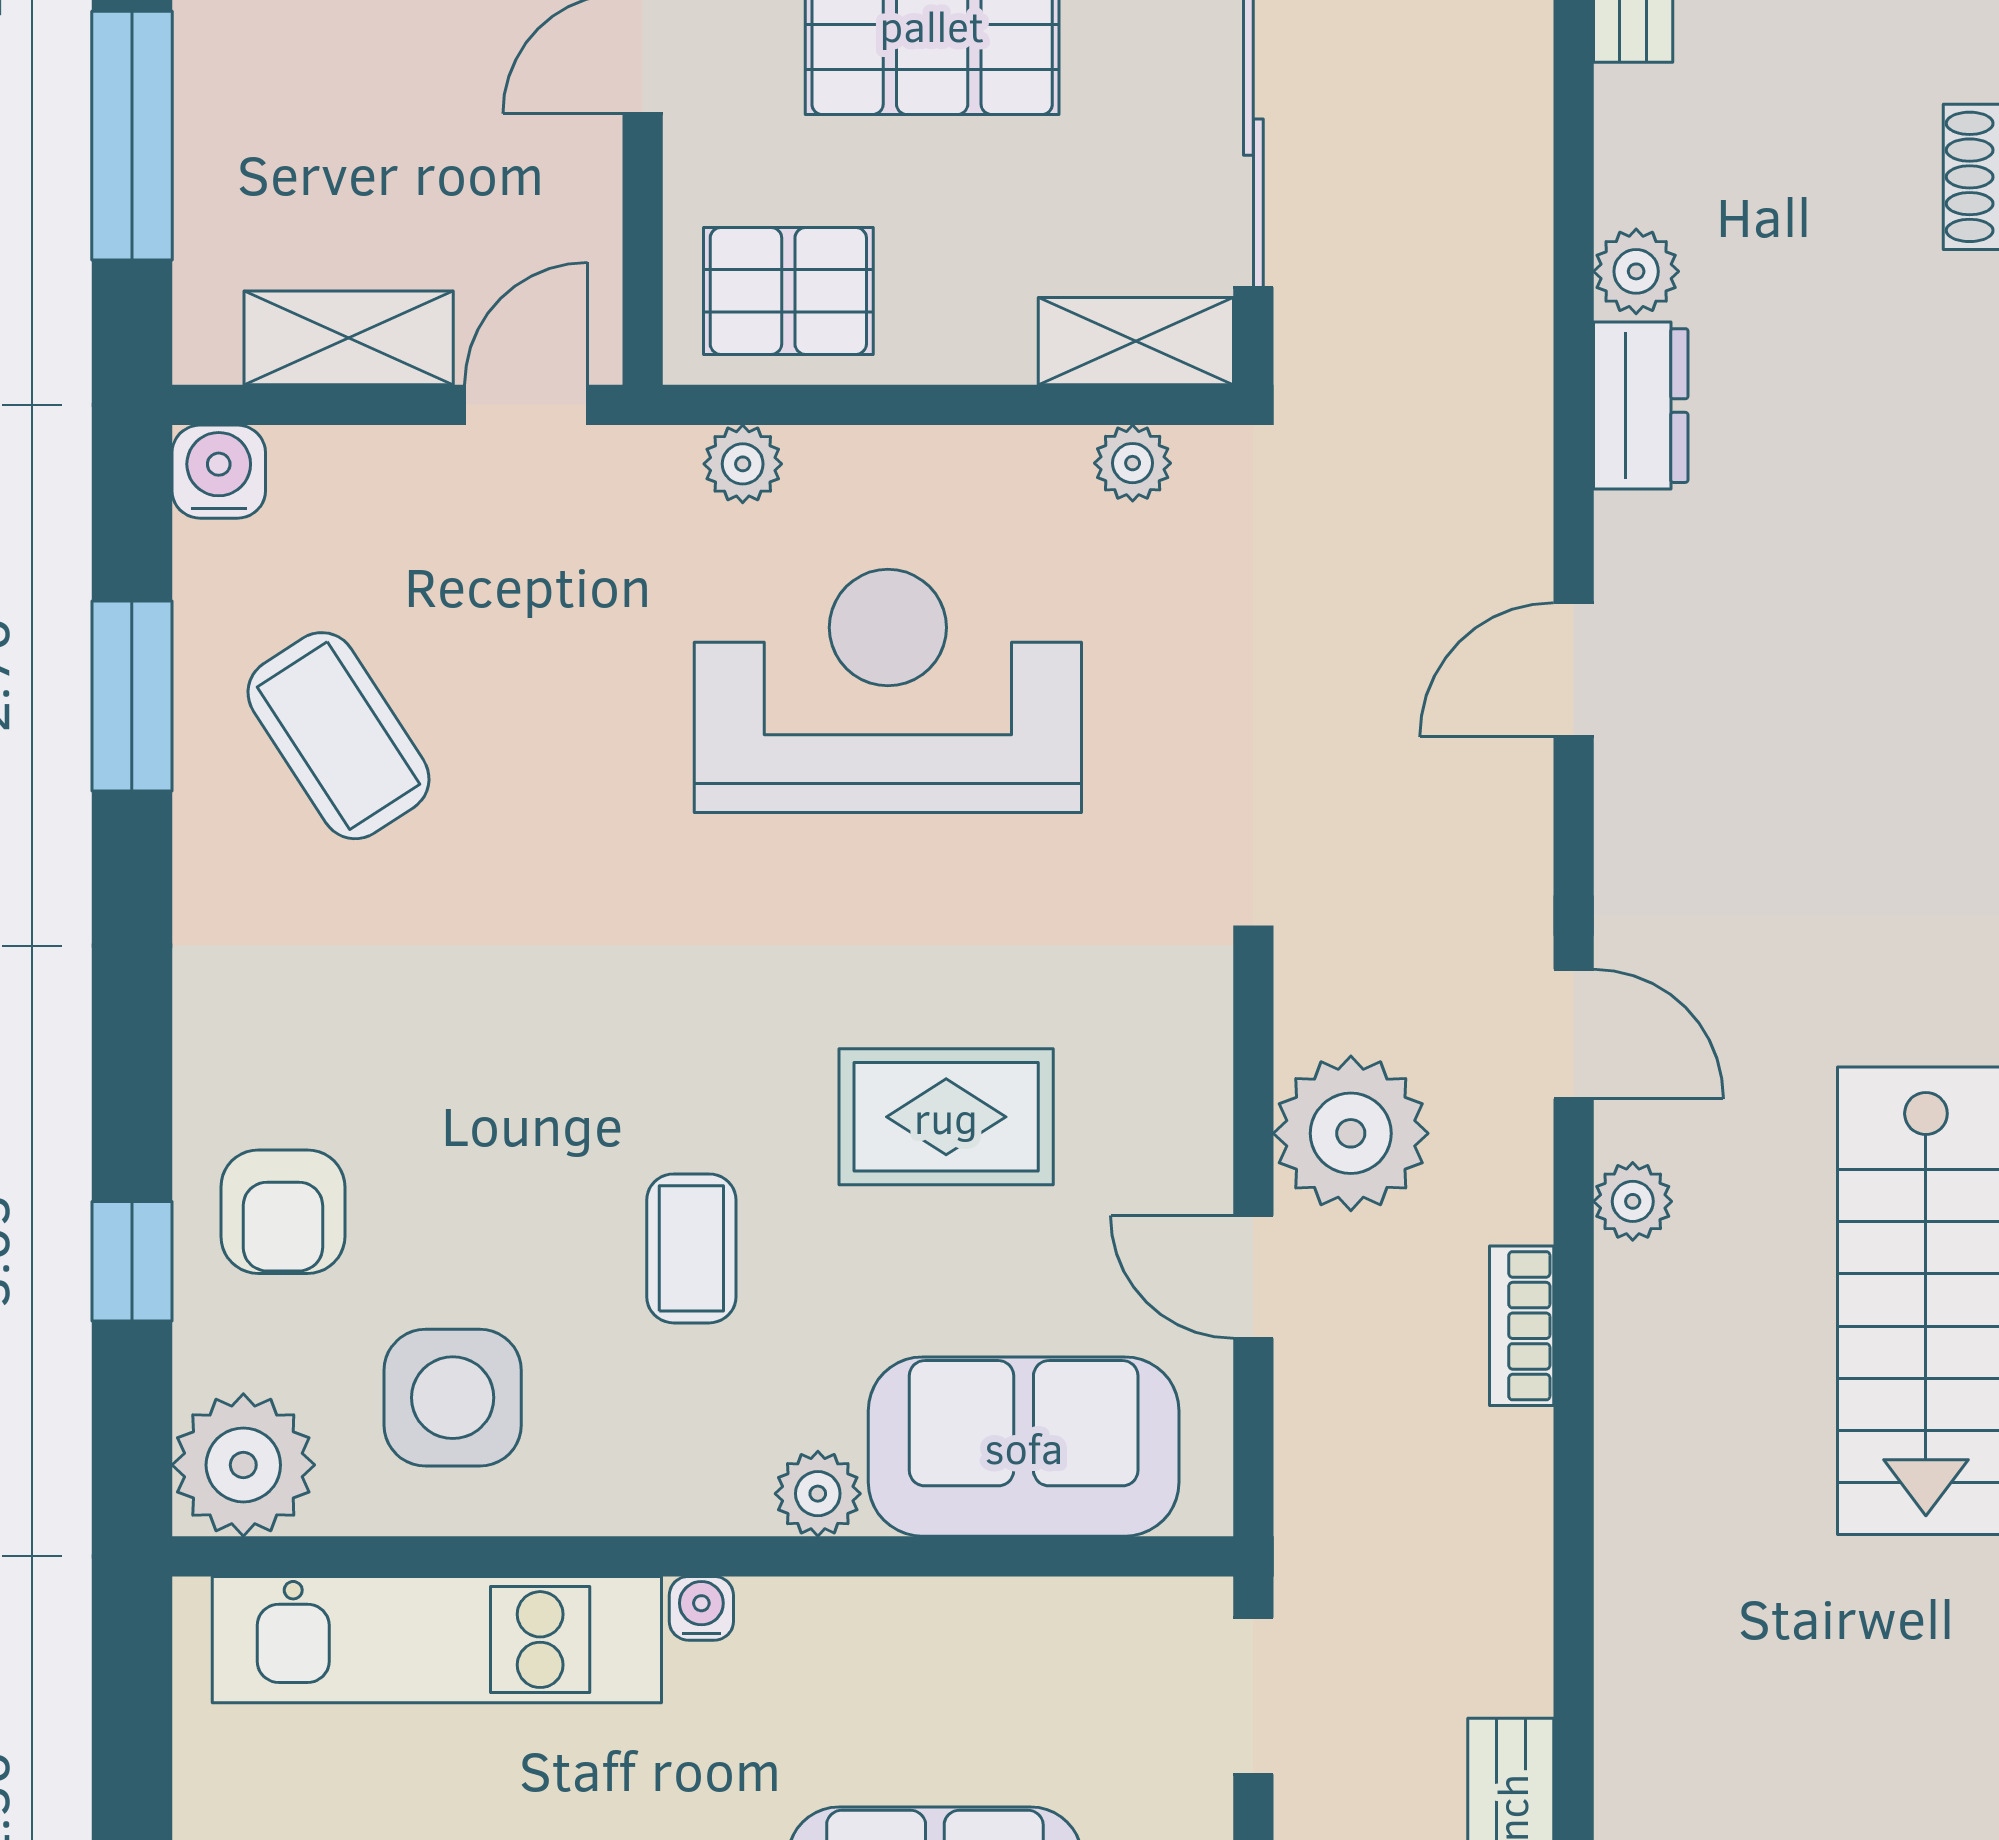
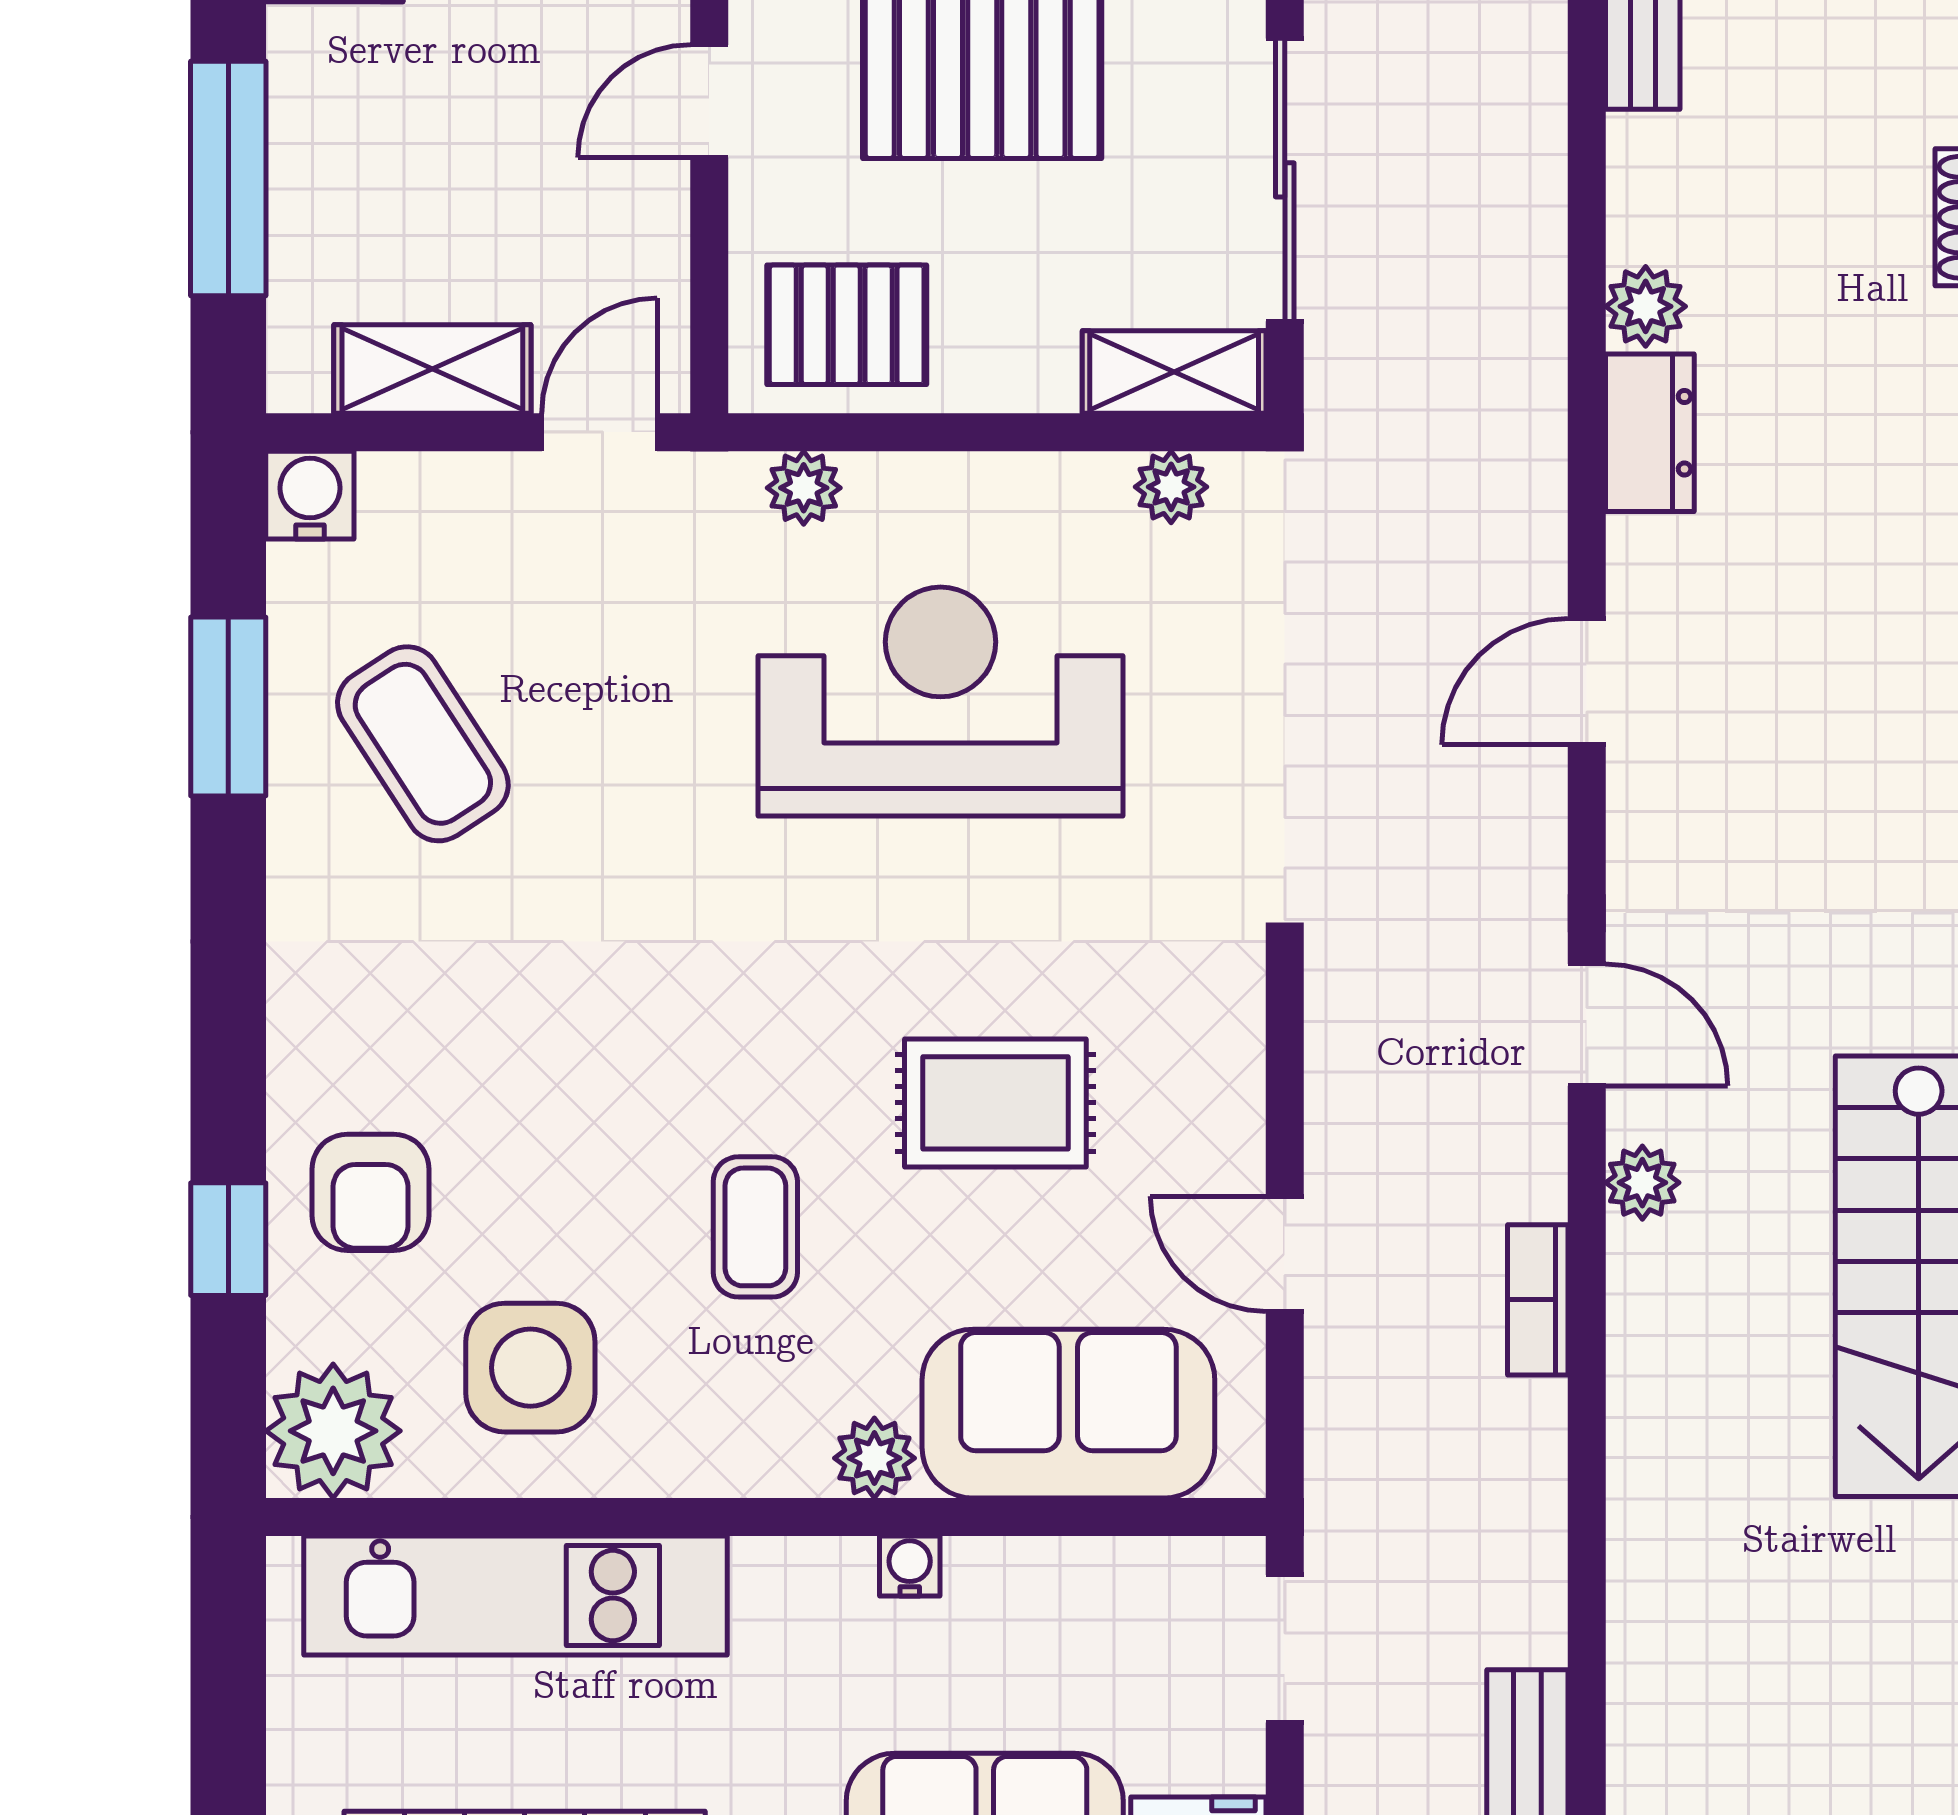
plant: (1351, 1133) -> (1377, 1118), removed
water cooler: (701, 1608) -> (910, 1566), moved

